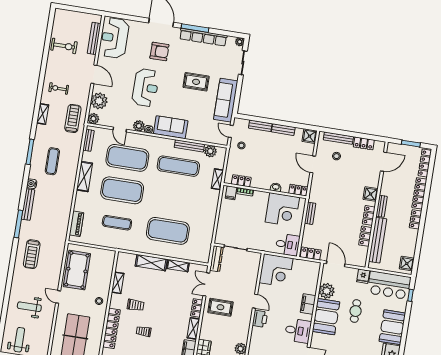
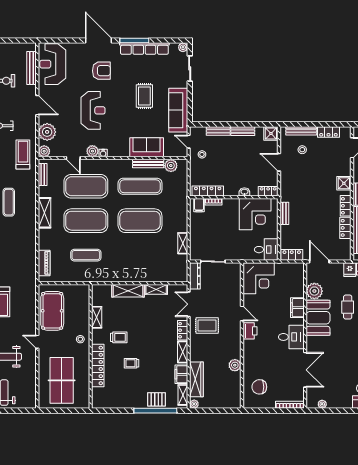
rug: (196, 82) -> (144, 96), turned 90
sofa: (171, 127) -> (147, 147), moved
shelving: (217, 179) -> (183, 243), moved
locker: (241, 181) -> (208, 191), width x1.53
exercise mat: (168, 231) -> (140, 221), moved

